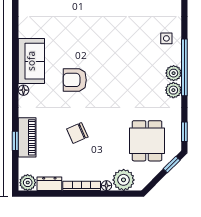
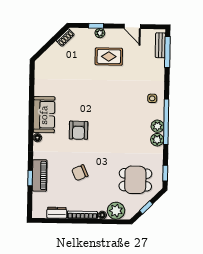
armchair: (75, 80) -> (79, 130), turned -90
dining table: (147, 141) -> (135, 180), turned 90
window: (172, 165) -> (146, 207), moved
plant: (28, 183) -> (39, 211), removed

